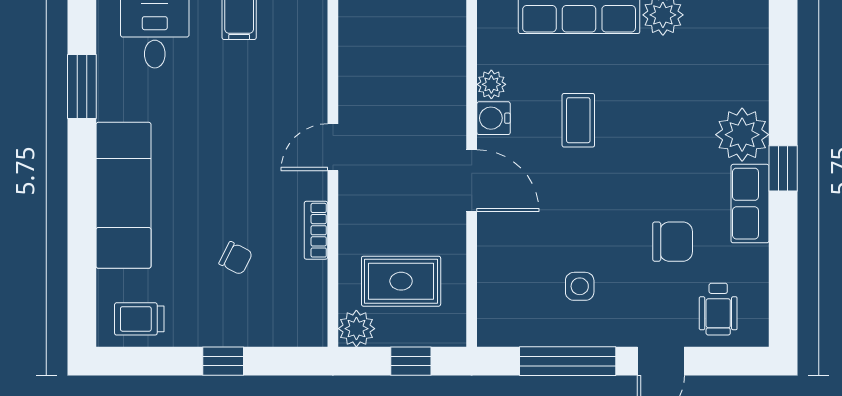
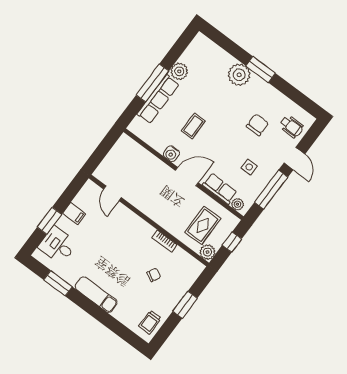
plant: (491, 84) -> (237, 204), moved
coffee table: (578, 120) -> (193, 126), turned 90
door: (333, 147) -> (113, 193), moved
window: (783, 168) -> (261, 70), width x1.50
exam couch: (123, 195) -> (96, 295), width x0.73, depth x0.69
row of seats: (750, 204) -> (220, 189), moved, turned 180
window: (223, 361) -> (185, 305), width x1.50

